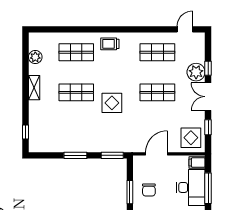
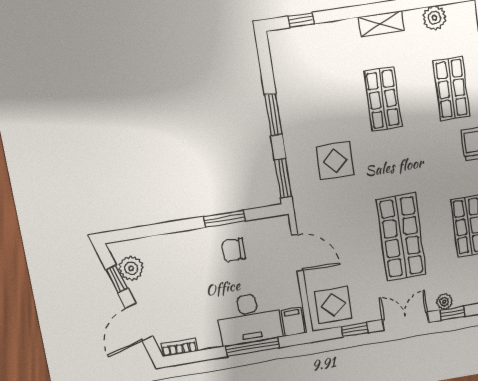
plant: (196, 72) -> (444, 302), width x0.53, depth x0.53
shop shelf: (157, 92) -> (401, 237), width x1.43, depth x1.36
display table: (112, 103) -> (335, 161), moved

